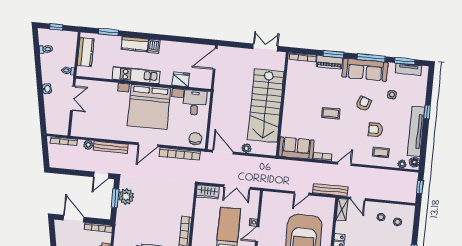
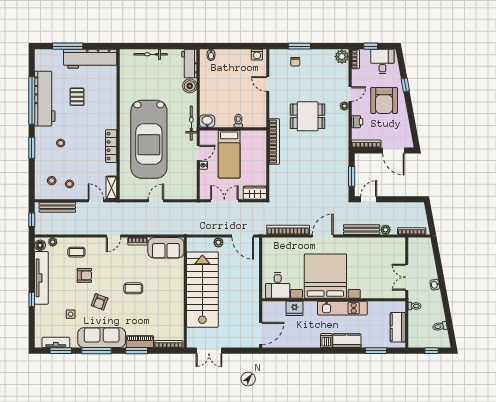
chair: (195, 139) -> (273, 247), removed
bench: (330, 190) -> (57, 207), moved
plant: (126, 196) -> (340, 179), removed

